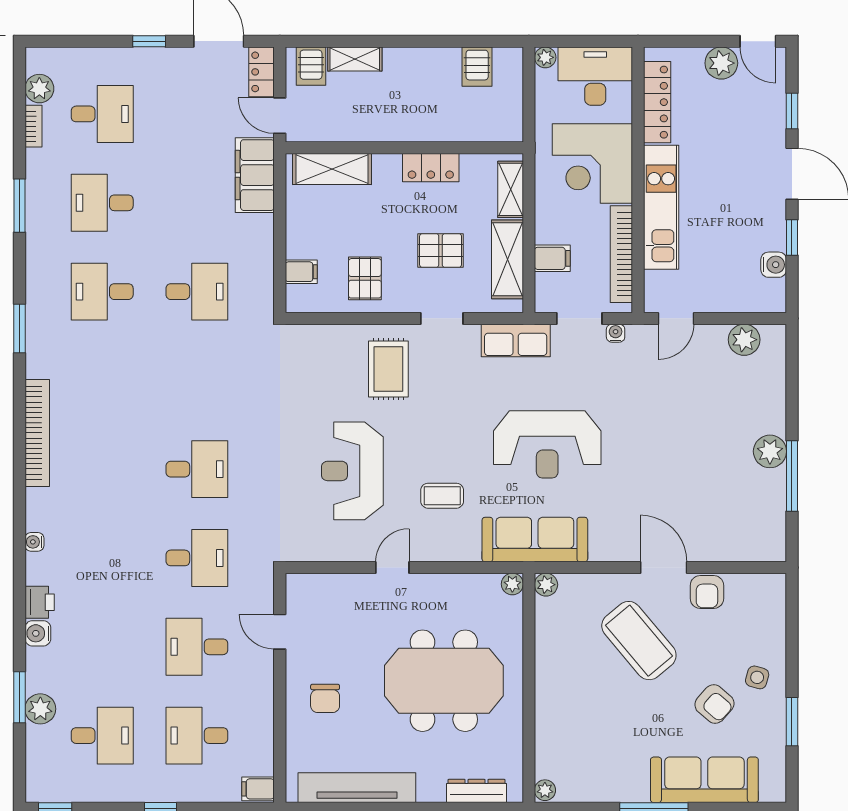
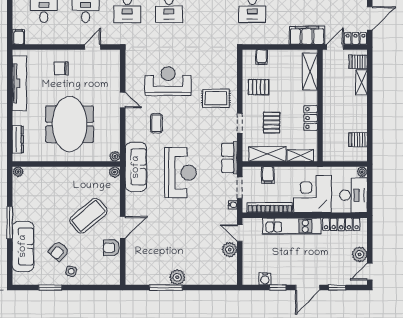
plant: (744, 340) -> (230, 250), moved
reception desk: (547, 444) -> (181, 173), turned 180

